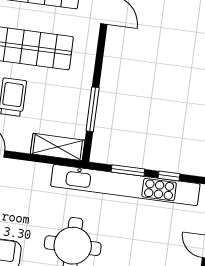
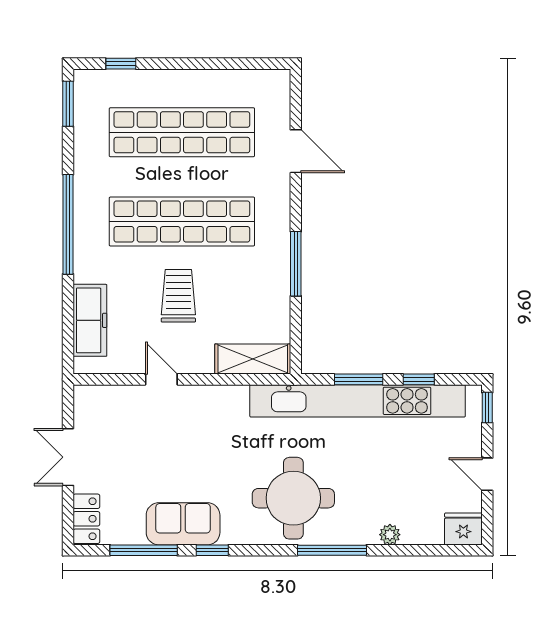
window: (93, 109) -> (296, 264), moved

